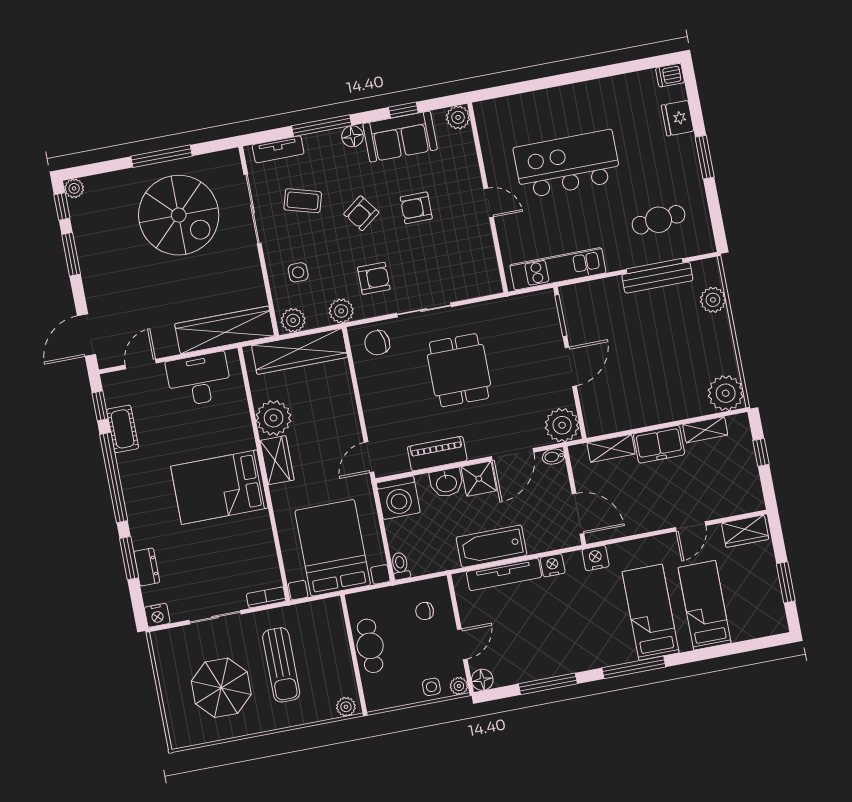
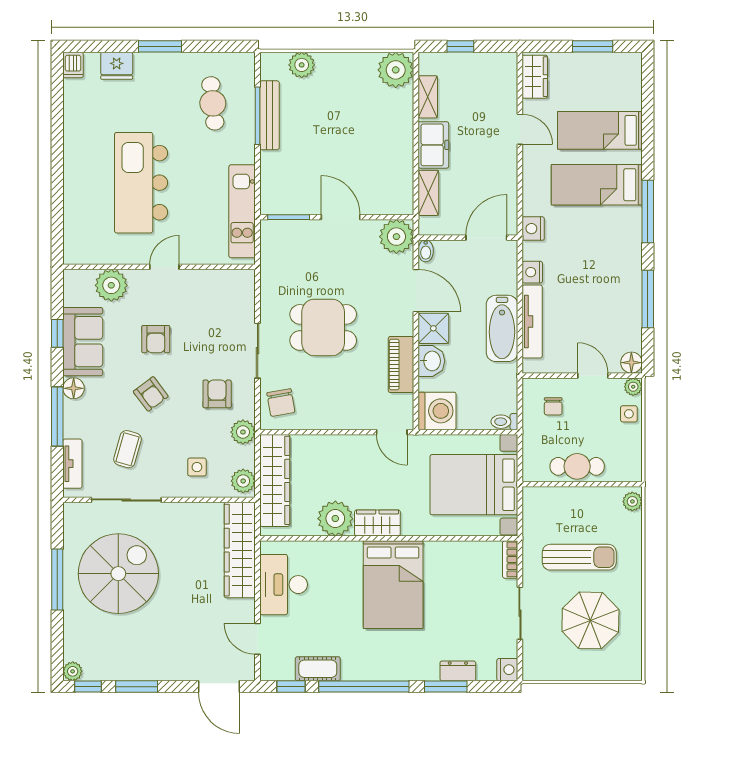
plant: (458, 117) -> (111, 285), moved, width x1.36, depth x1.36

